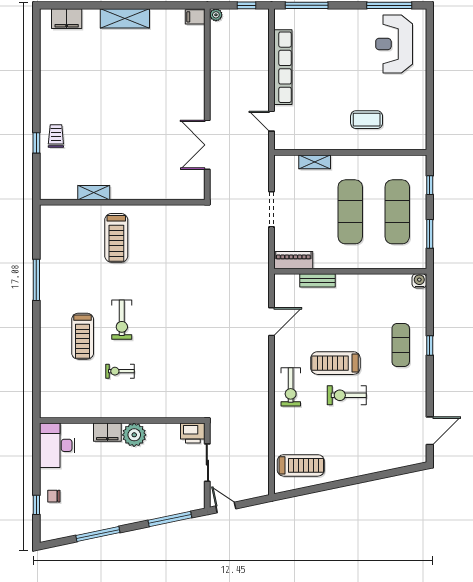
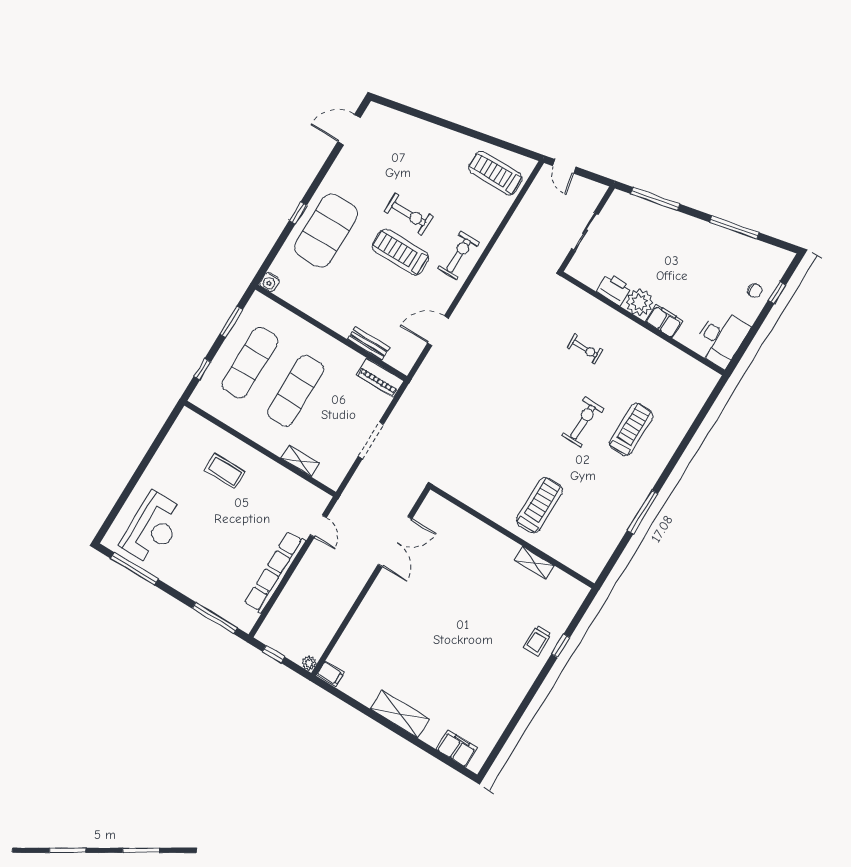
exercise mat: (401, 345) -> (326, 231), width x2.00, depth x1.45
treadmill: (335, 363) -> (401, 252), turned 180
exercise bike: (120, 371) -> (585, 349), moved
printer: (193, 433) -> (614, 289), moved
door: (226, 507) -> (564, 166), moved

